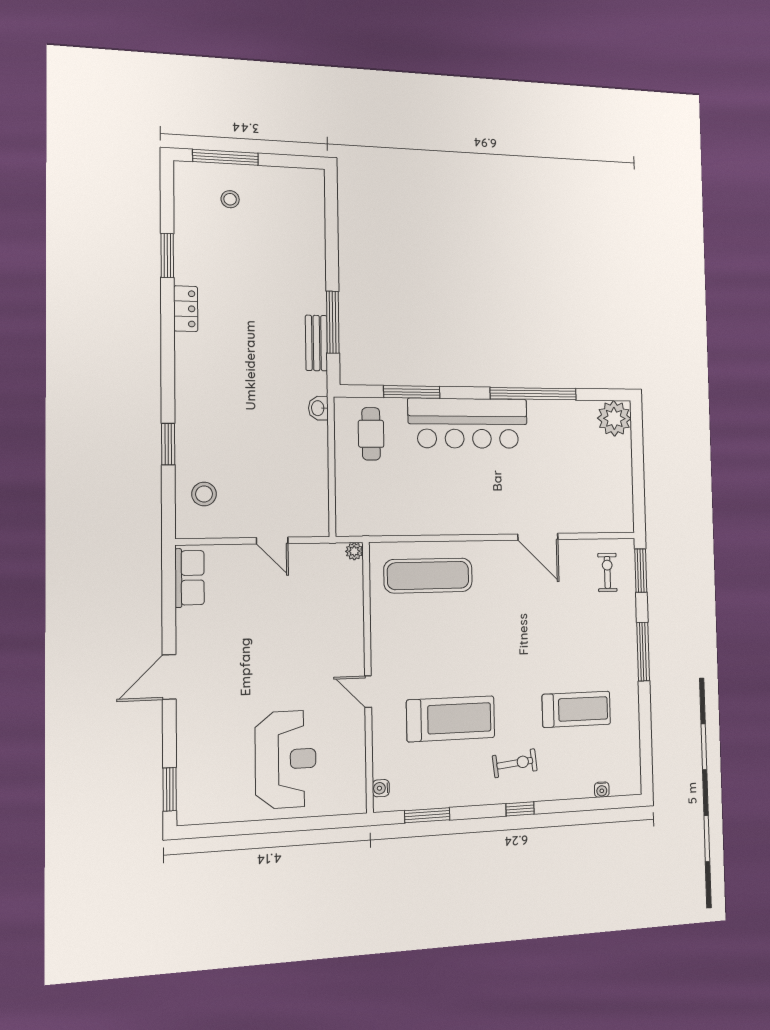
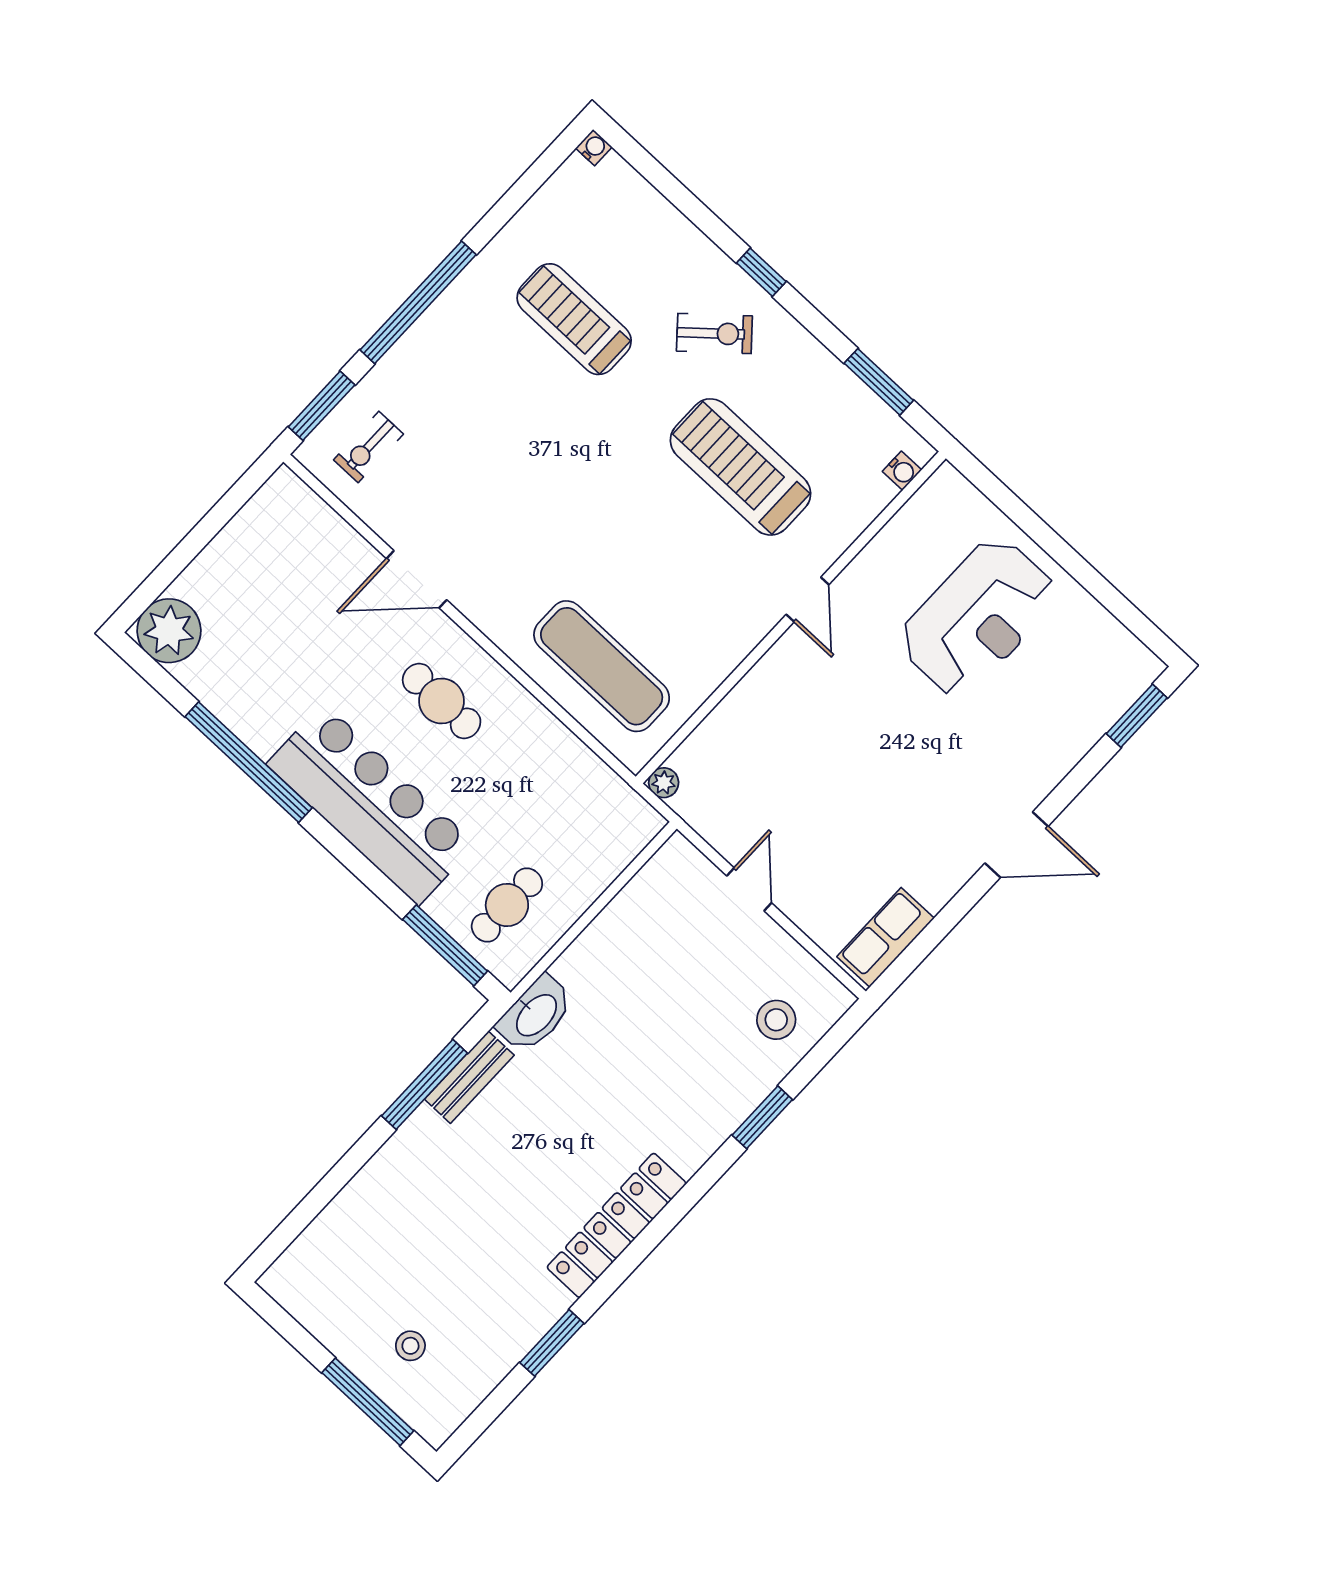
locker: (186, 309) -> (617, 1225), width x2.16, depth x1.21
window: (412, 392) -> (445, 945), moved
washbasin: (318, 408) -> (535, 1014), width x1.91, depth x1.45
cafe table: (480, 495) -> (442, 701), added
door: (538, 537) -> (417, 579), swing flipped
window: (643, 652) -> (418, 302), width x1.46
reception desk: (286, 759) -> (978, 617), turned 180
exercise bike: (515, 763) -> (714, 333), turned 145
water cooler: (602, 790) -> (594, 148), moved

